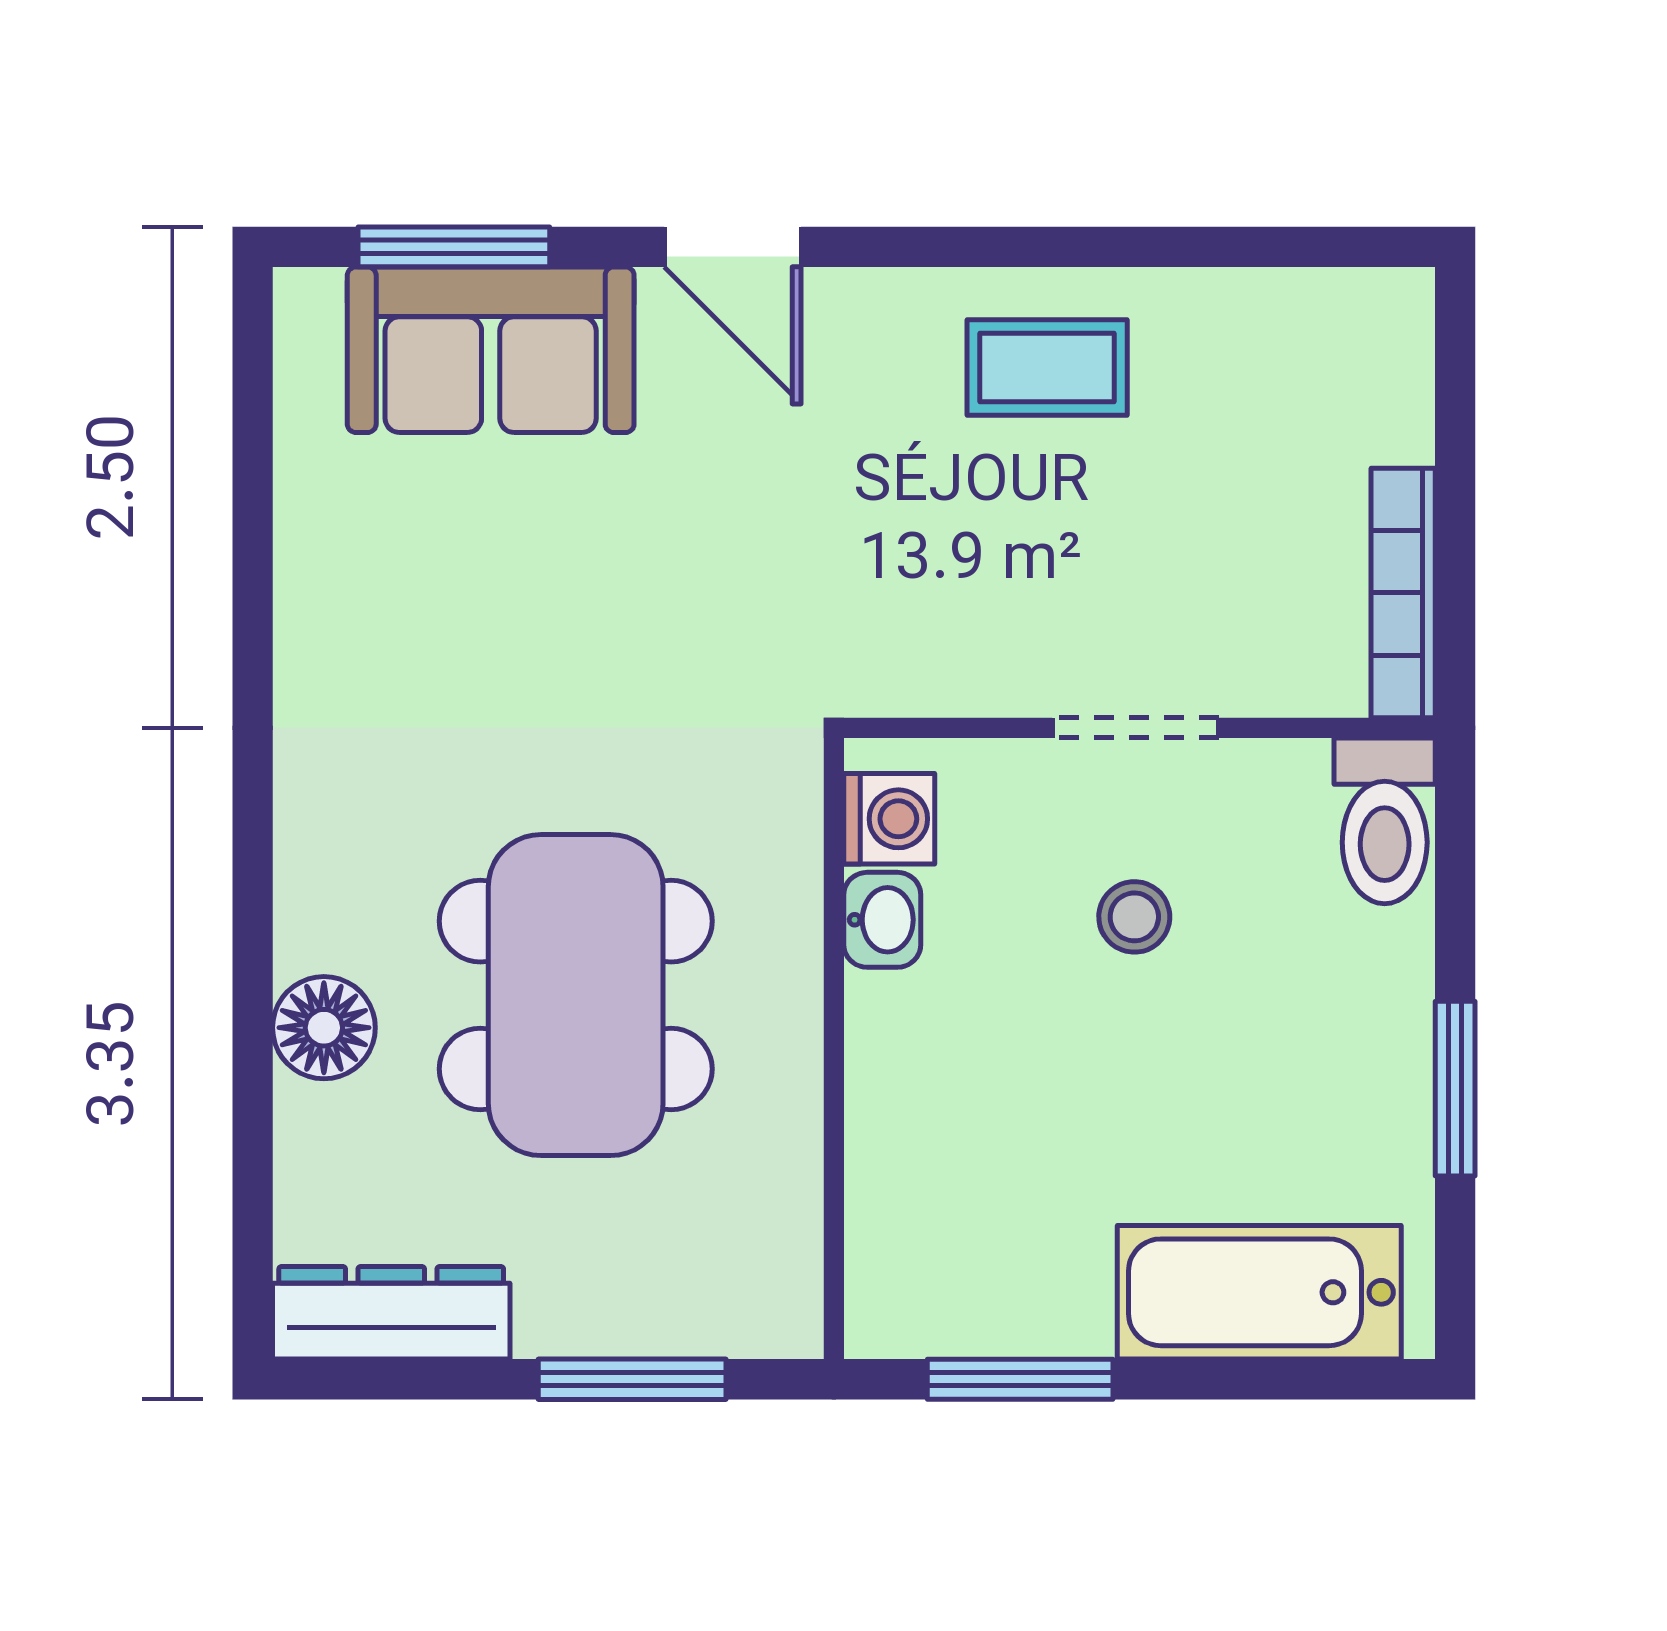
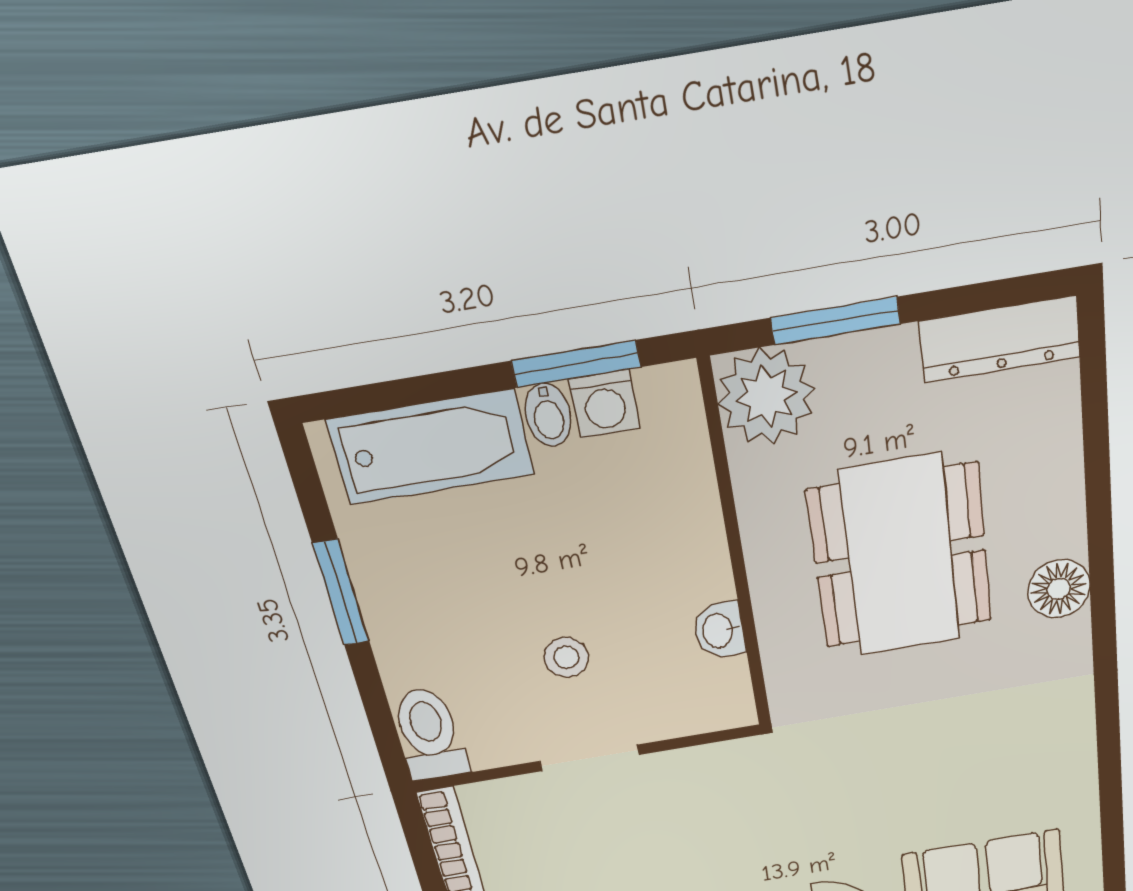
washing machine: (889, 819) -> (605, 404), moved, turned -90
floor lamp: (324, 1028) -> (1059, 589), moved
plant: (750, 1285) -> (766, 396), added
bidet: (1077, 1311) -> (548, 415), added

